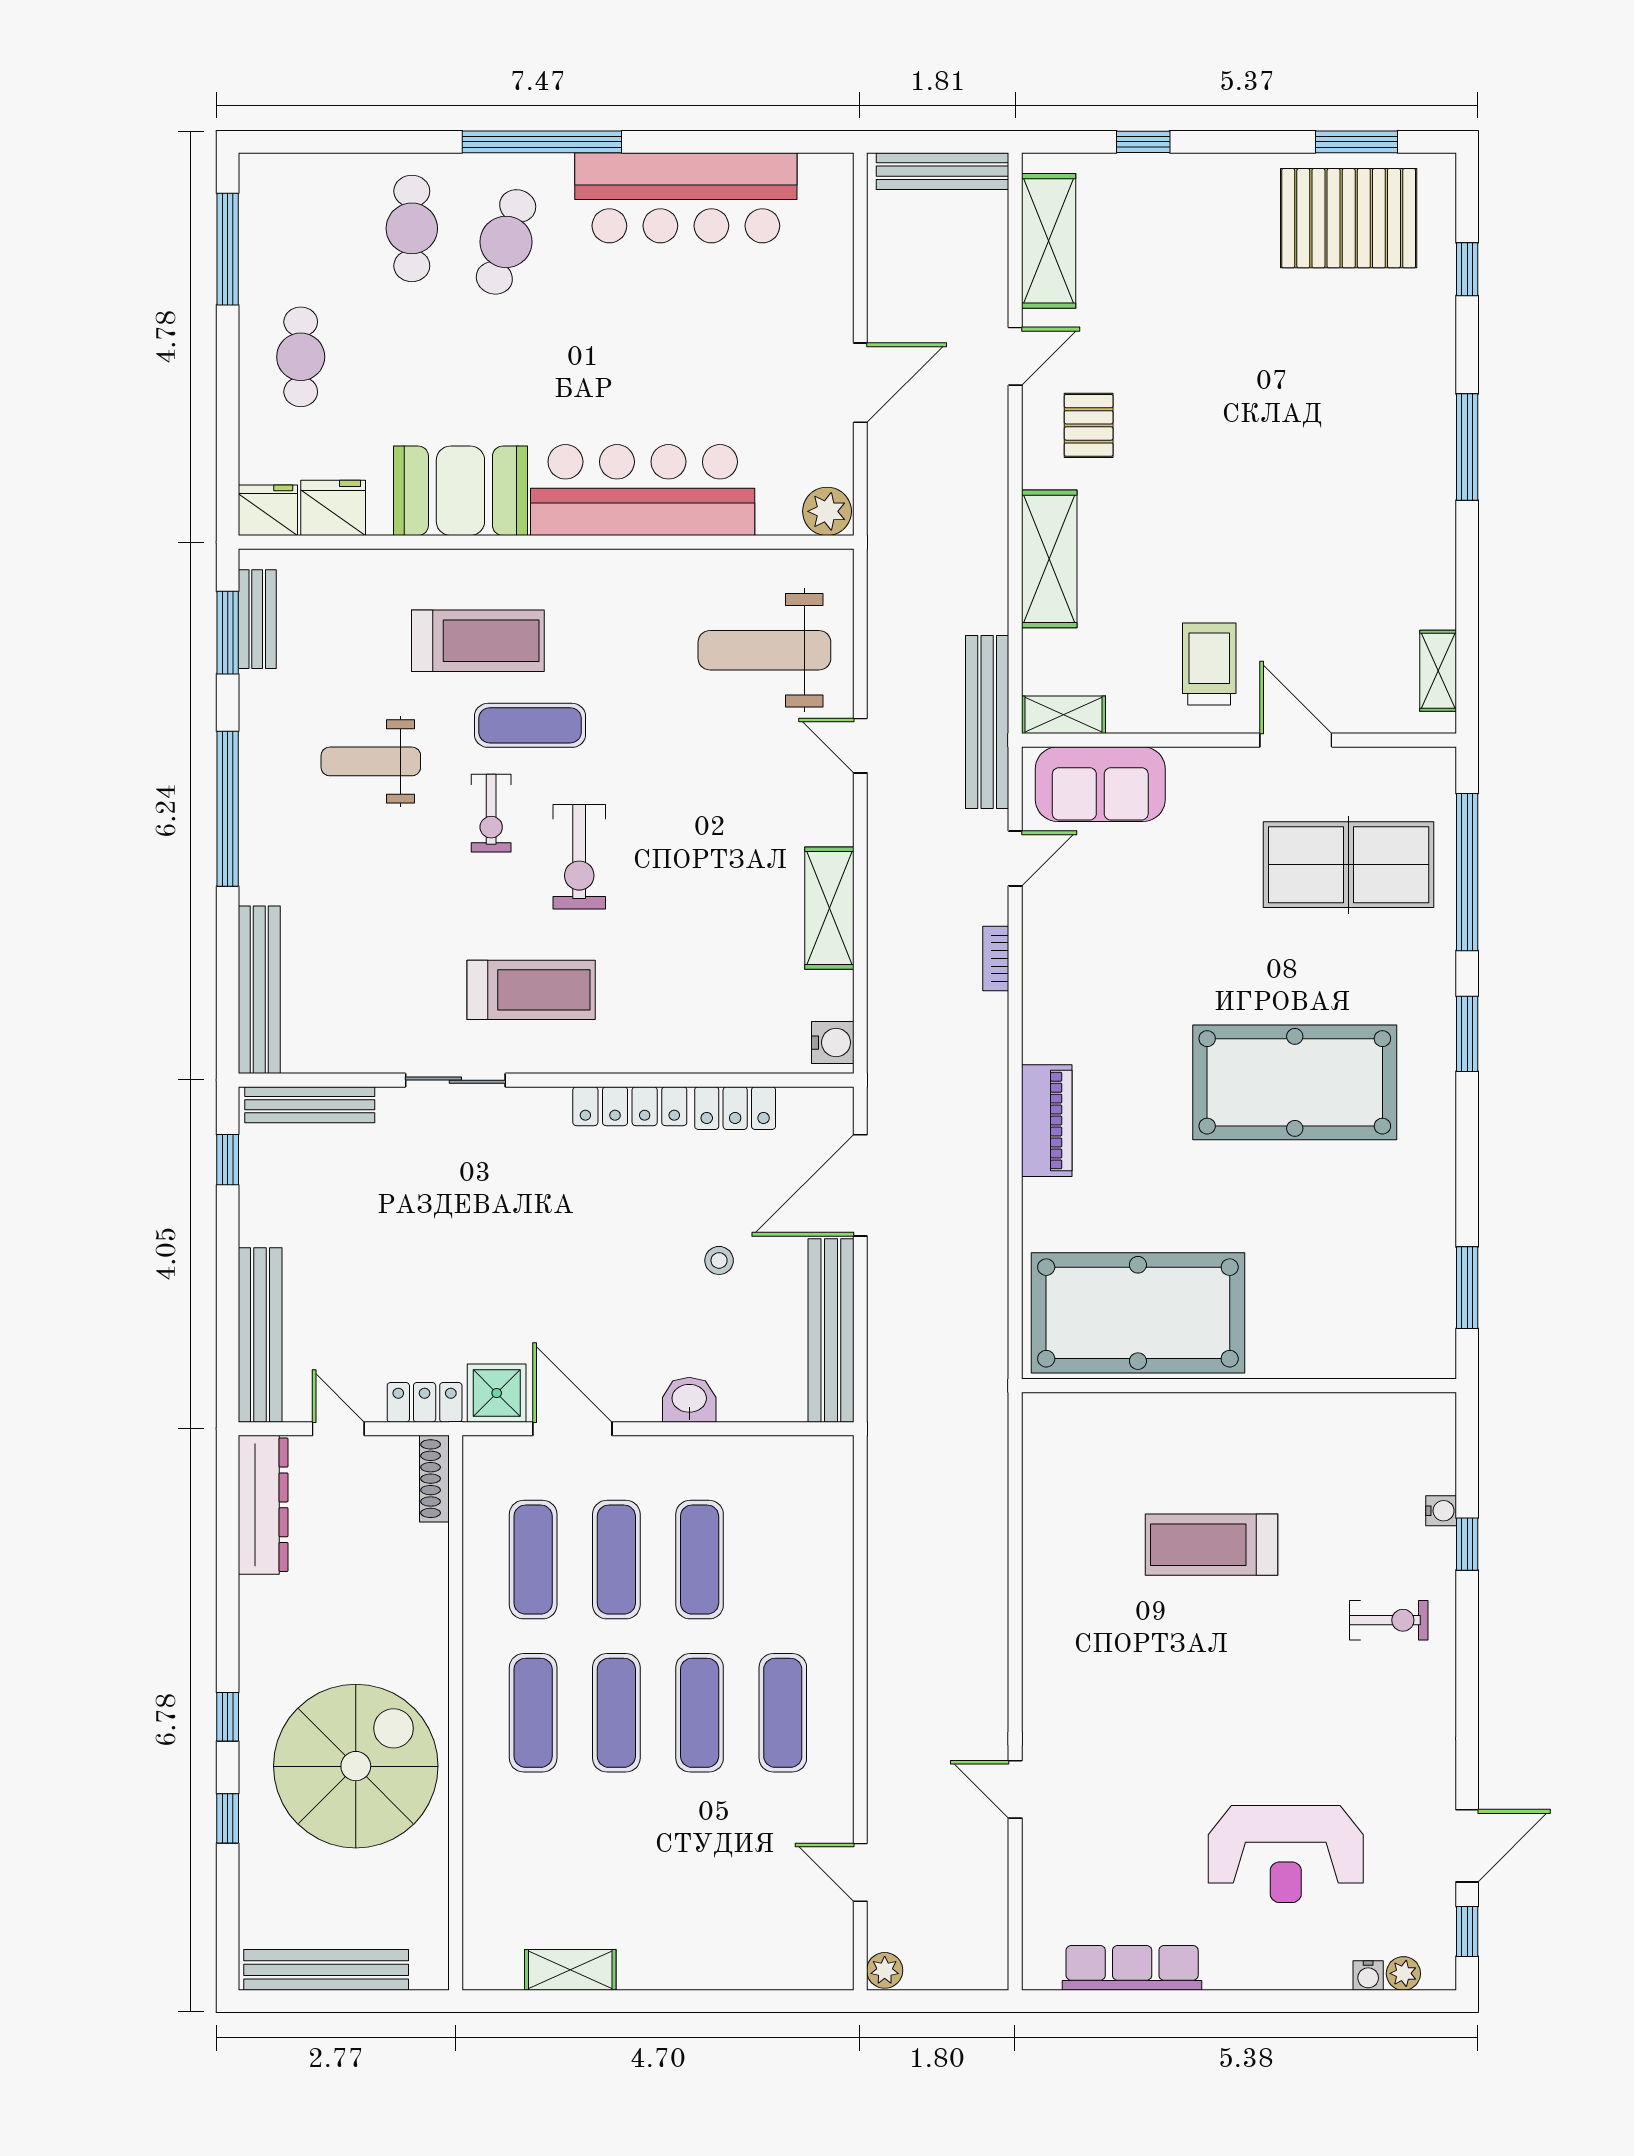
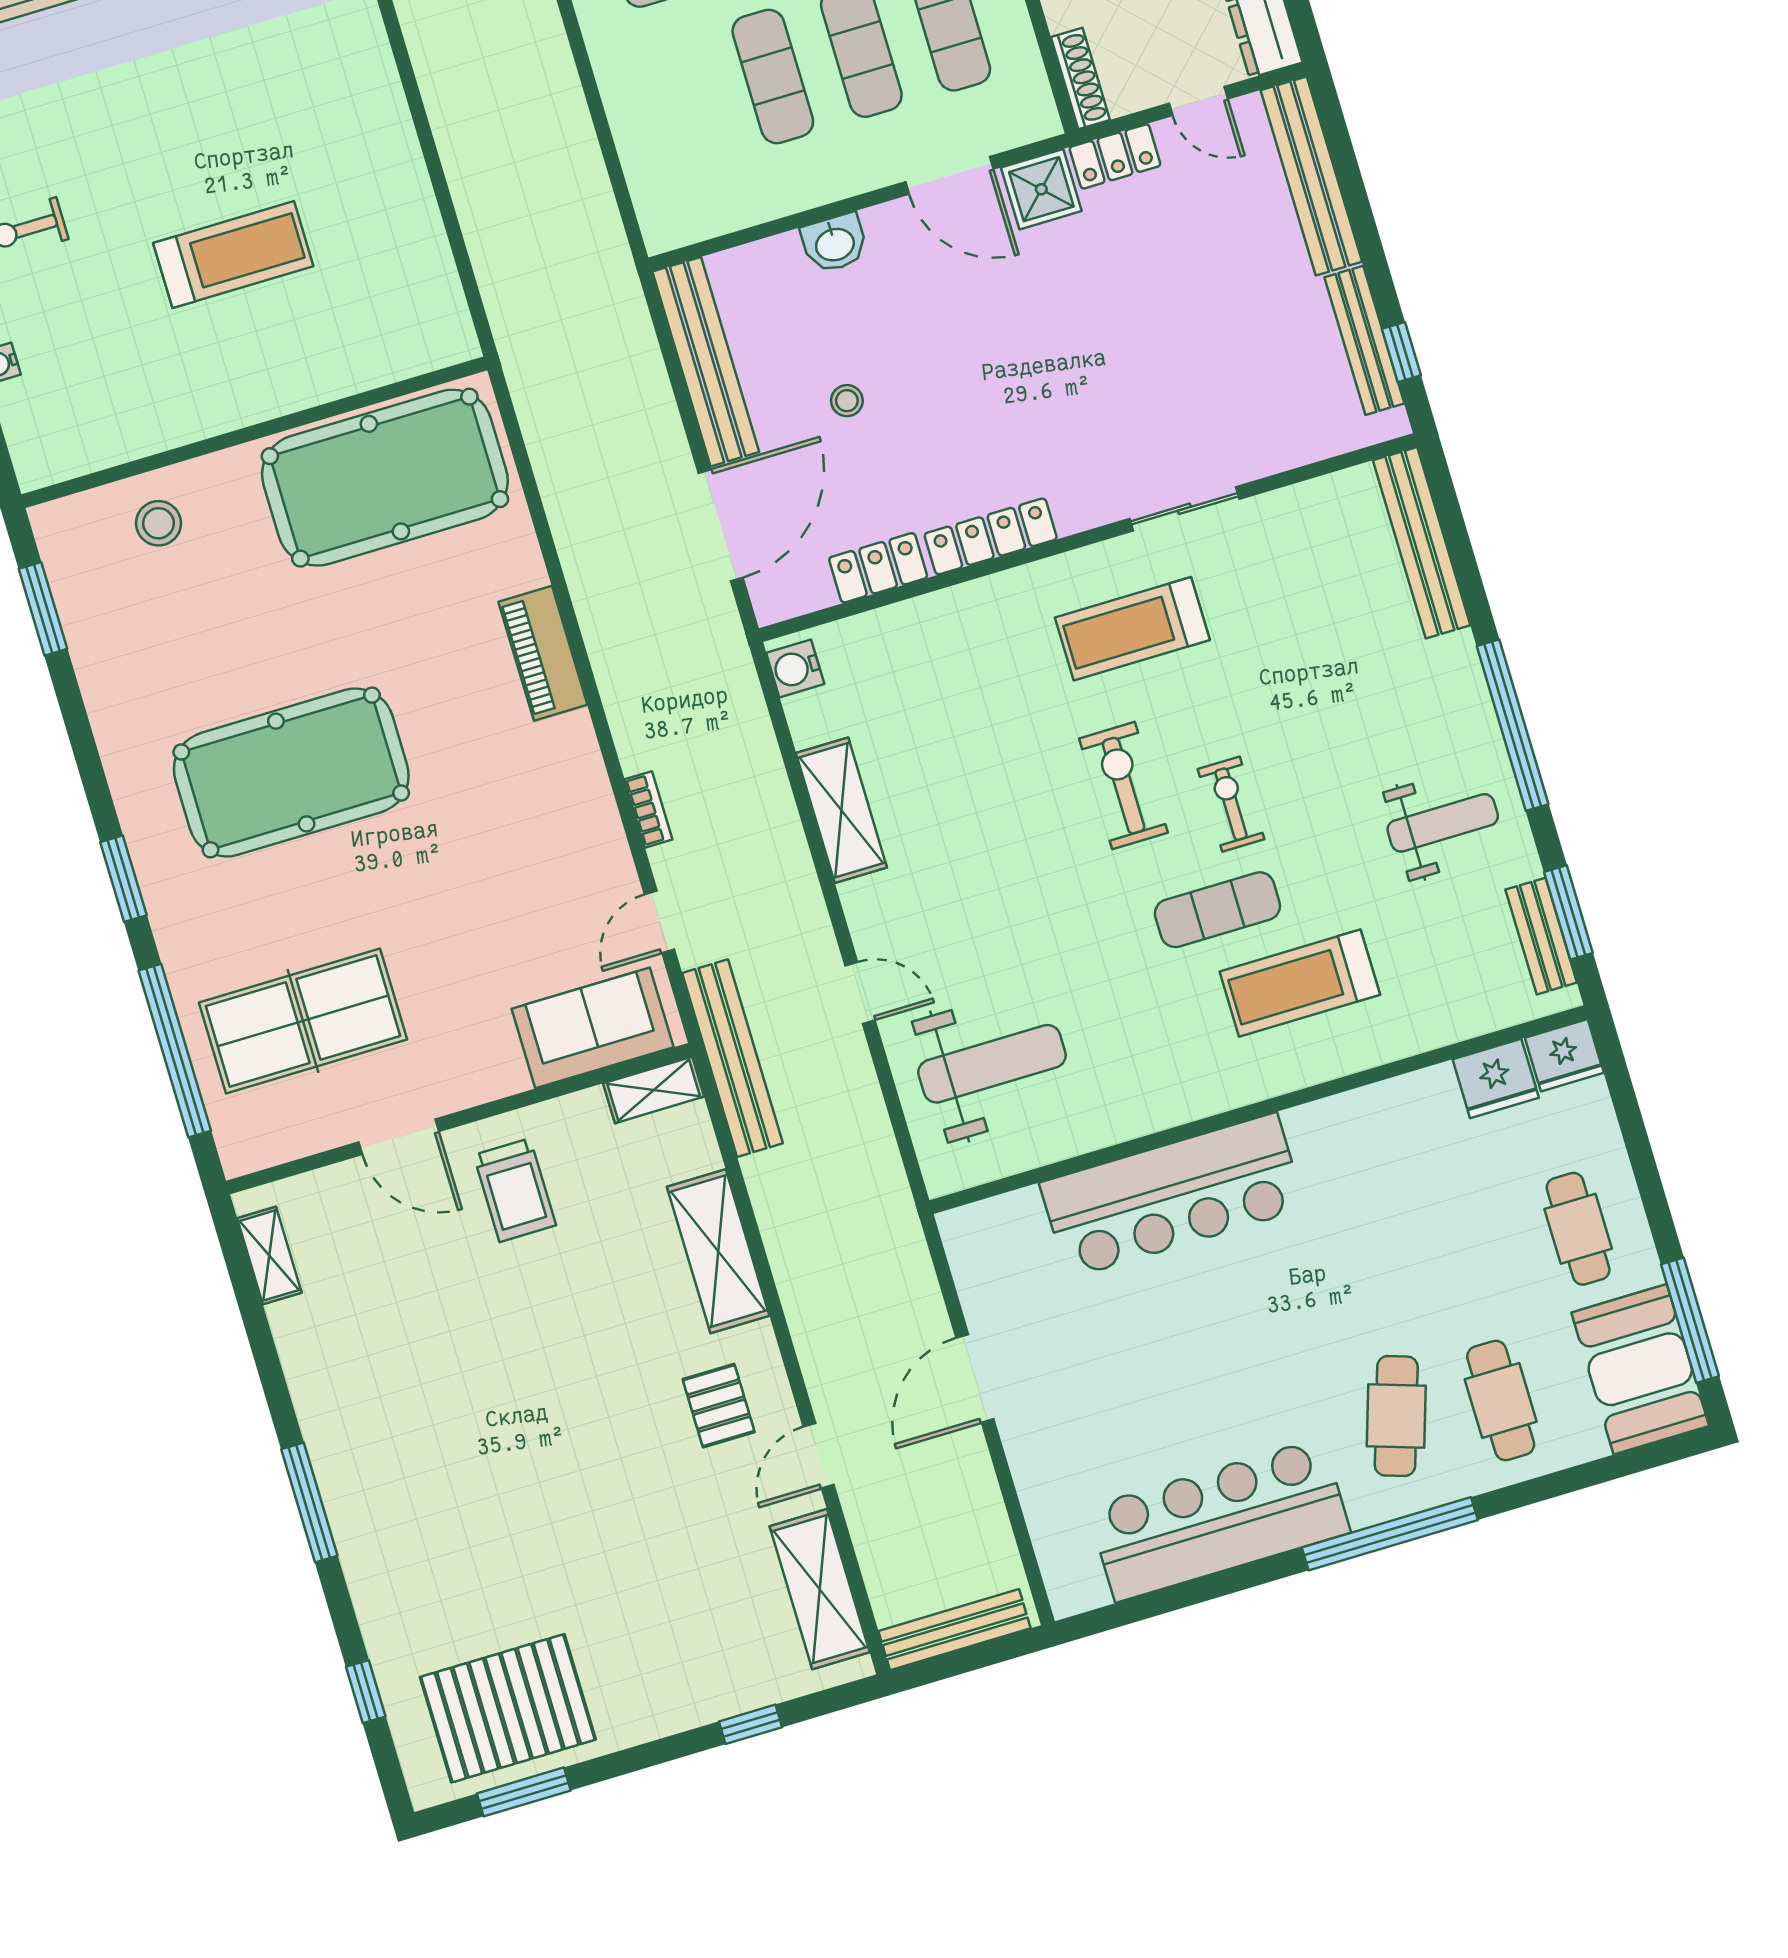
booth: (460, 491) -> (1640, 1369), moved, turned 90
plant: (827, 511) -> (970, 1231), removed
weight bench: (371, 761) -> (1443, 823), moved
bench: (310, 1105) -> (1364, 340), moved, turned 90
stool: (1345, 1332) -> (159, 523), added

